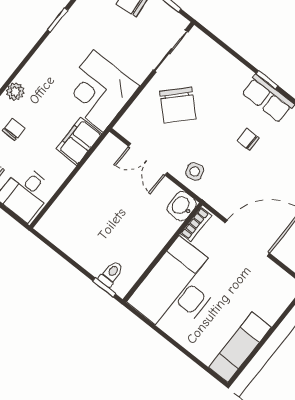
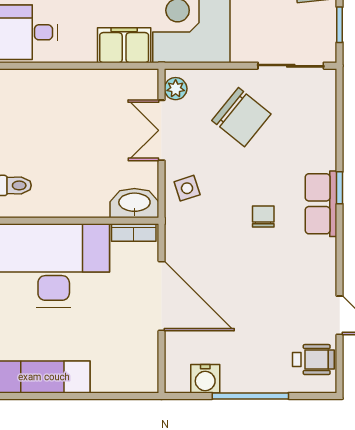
chair: (178, 105) -> (241, 117), turned -95
plant: (130, 131) -> (176, 89), added
washbasin: (182, 206) -> (134, 203), width x1.38

